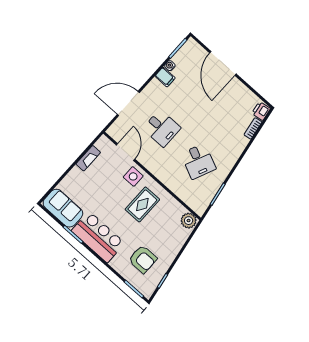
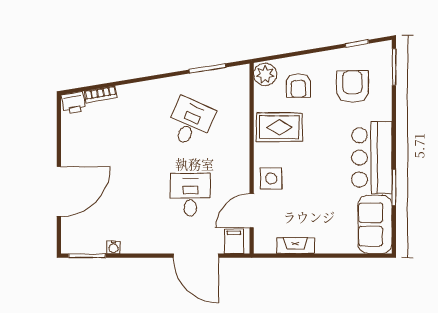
filing cabinet: (165, 77) -> (234, 241), moved
rug: (142, 204) -> (279, 127), moved
armchair: (168, 232) -> (298, 86), added

